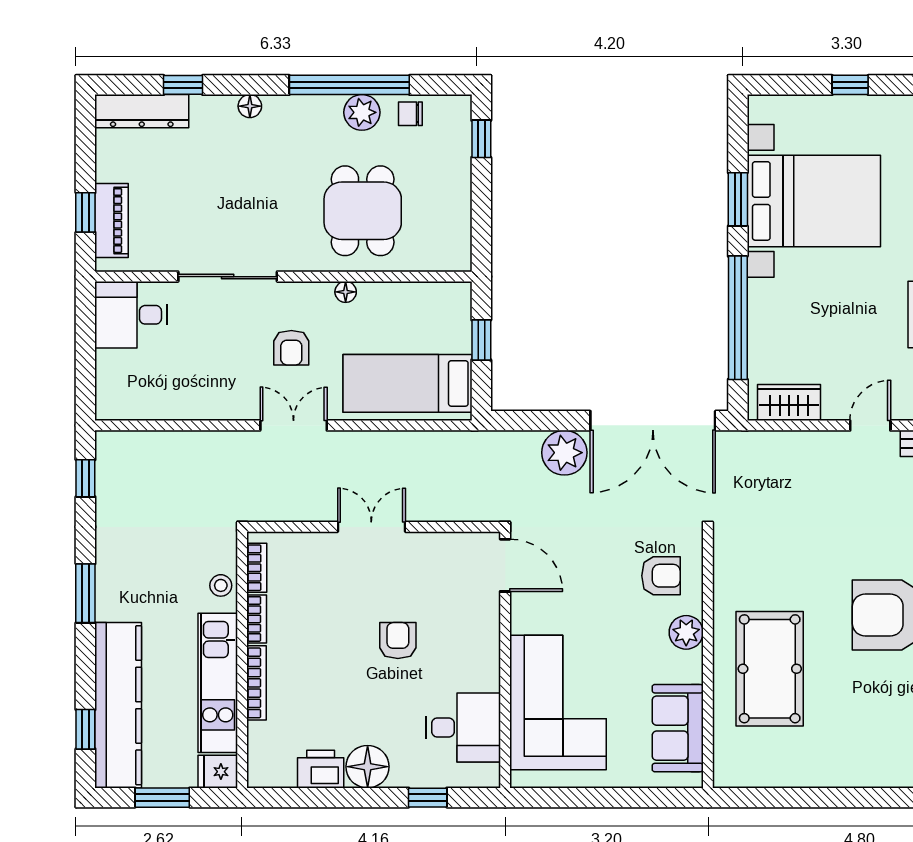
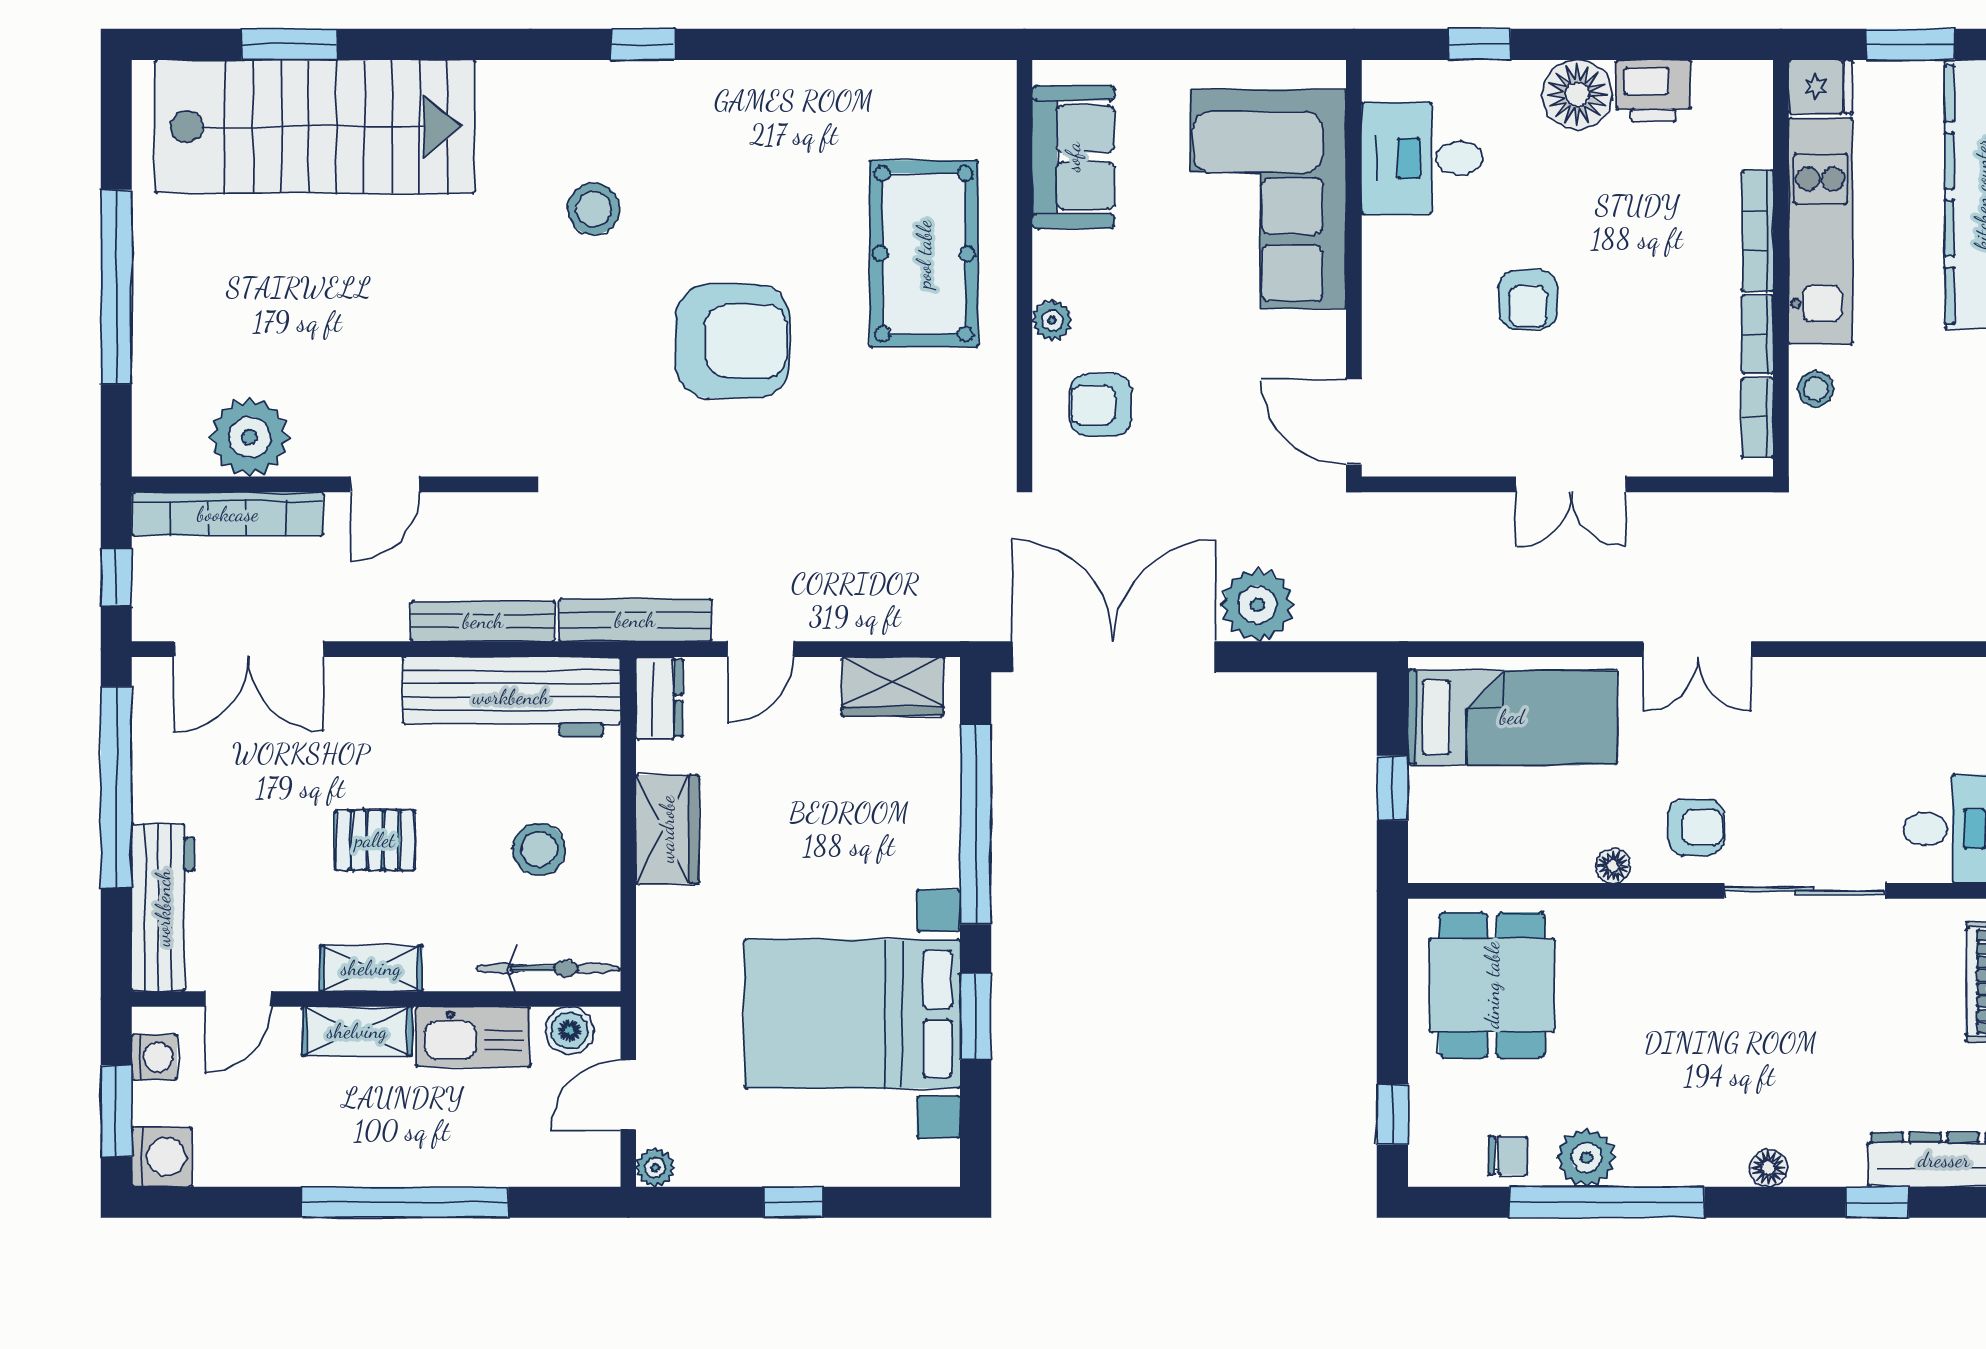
dining table: (363, 211) -> (1492, 985), moved
armchair: (291, 348) -> (1696, 827), moved, turned 90
plant: (686, 632) -> (1052, 320), width x0.73, depth x0.73

